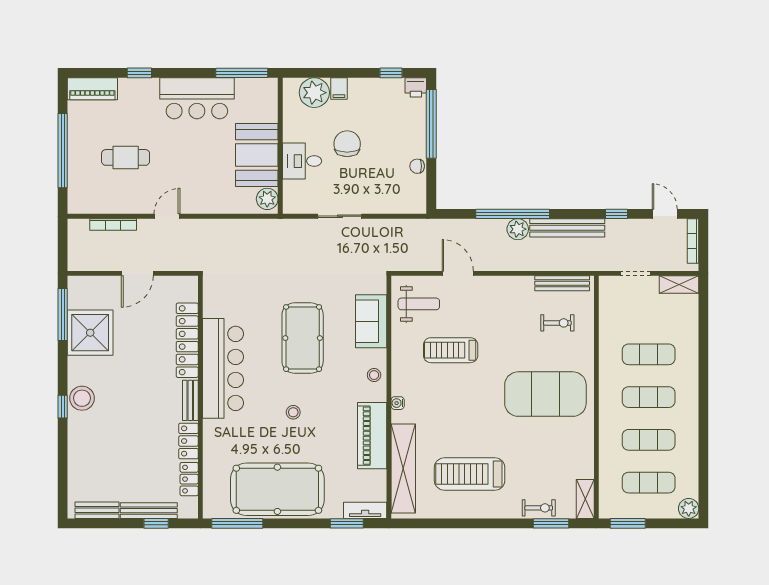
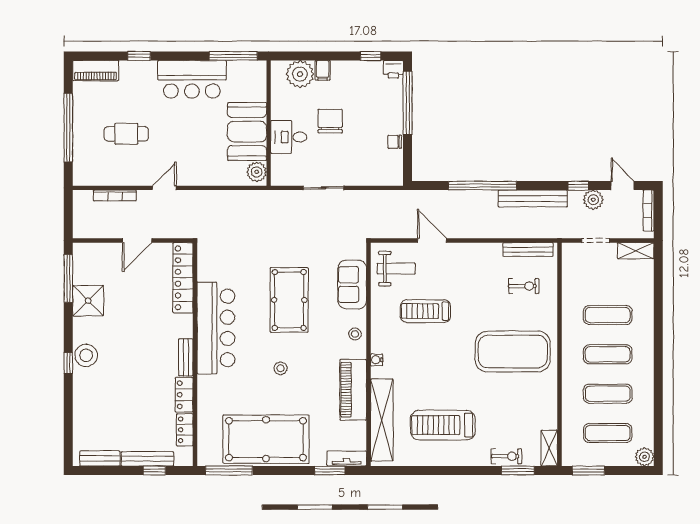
plant: (518, 229) -> (593, 200), moved
shower: (90, 333) -> (88, 301), width x0.73, depth x0.73
locker: (187, 340) -> (183, 278), moved

